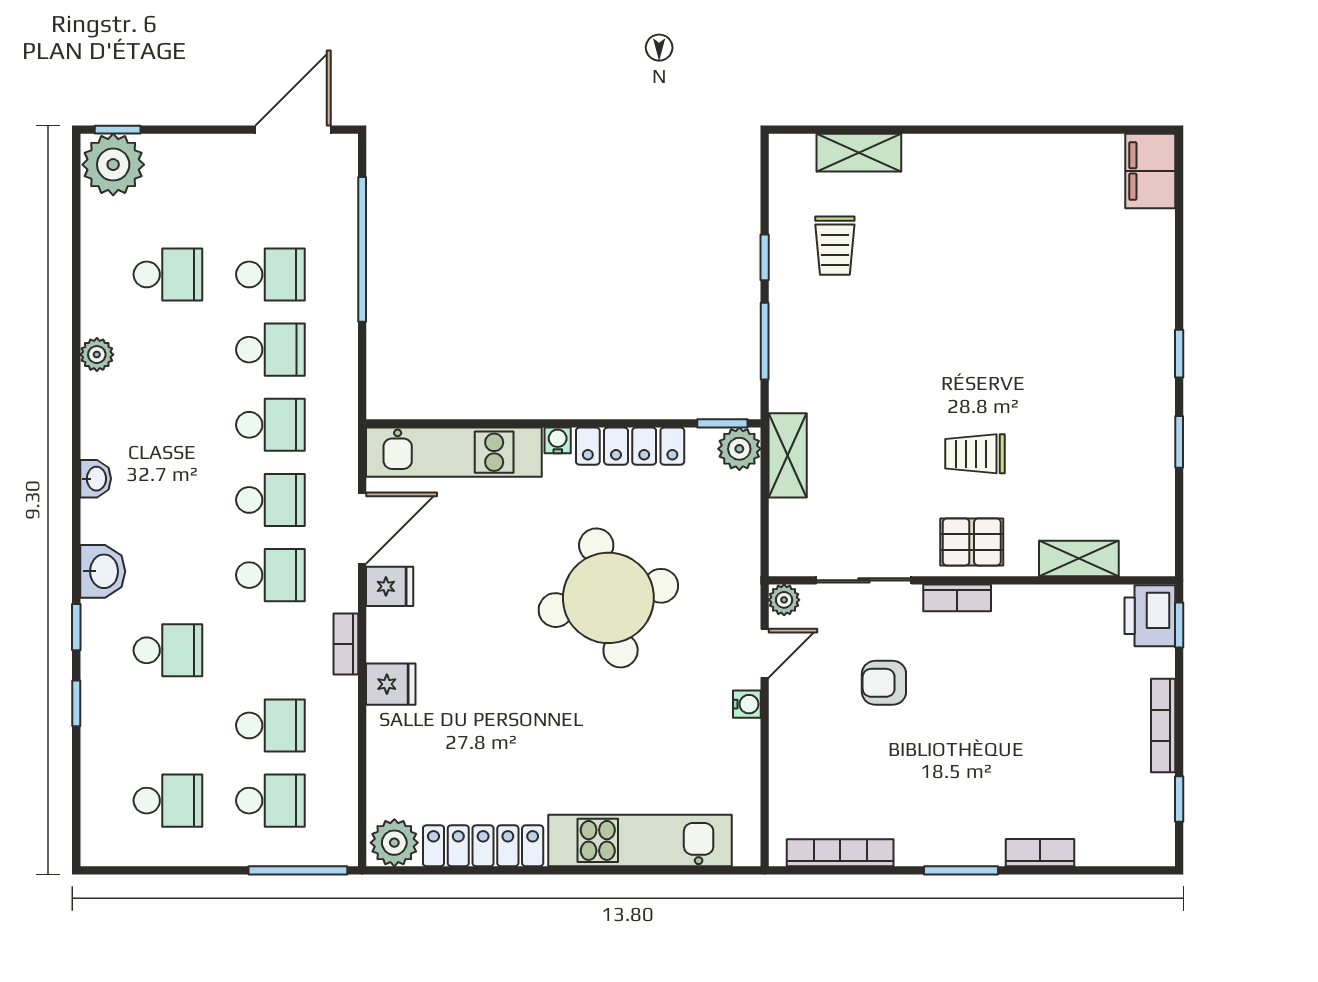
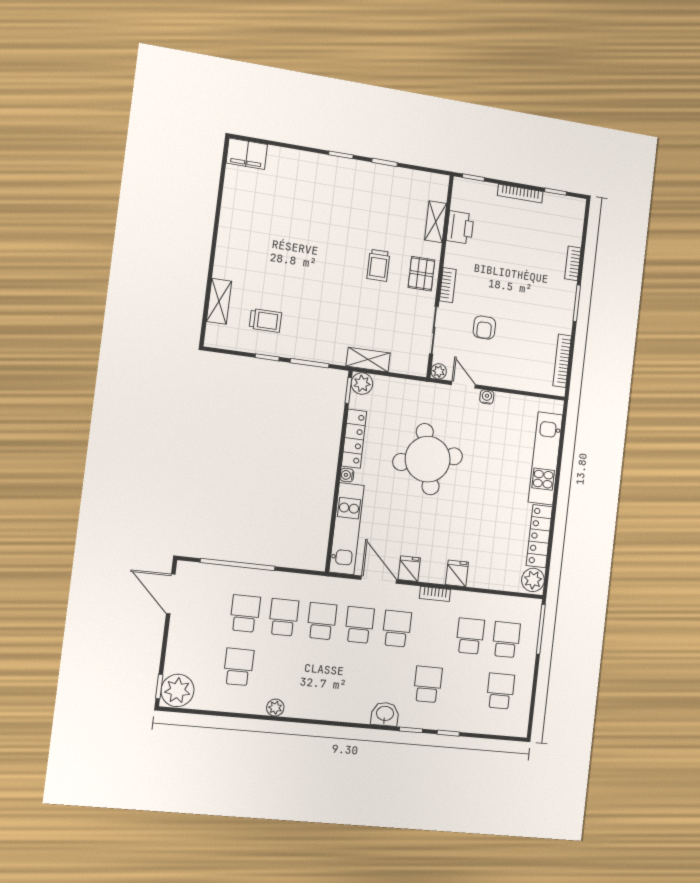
washbasin: (96, 479) -> (338, 714), removed
printer: (1150, 616) -> (460, 227), moved, turned -90

